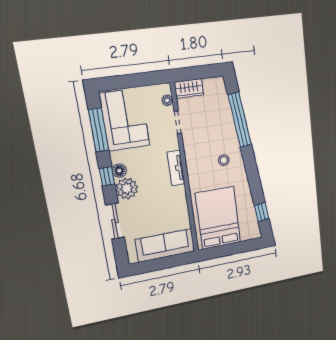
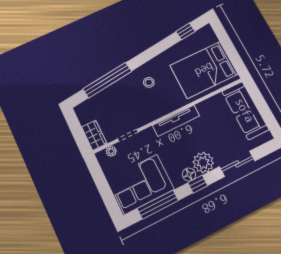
tv unit: (176, 168) -> (176, 121), width x1.41

